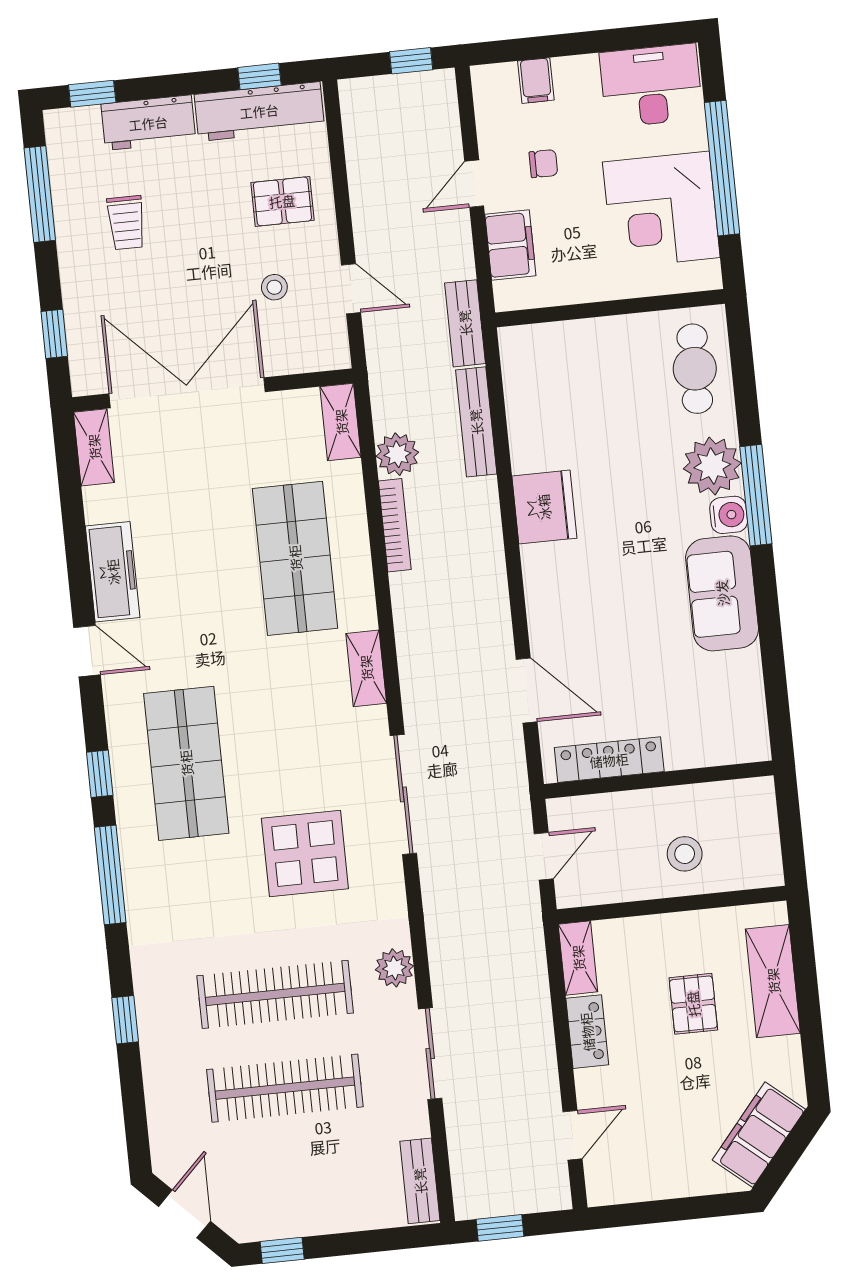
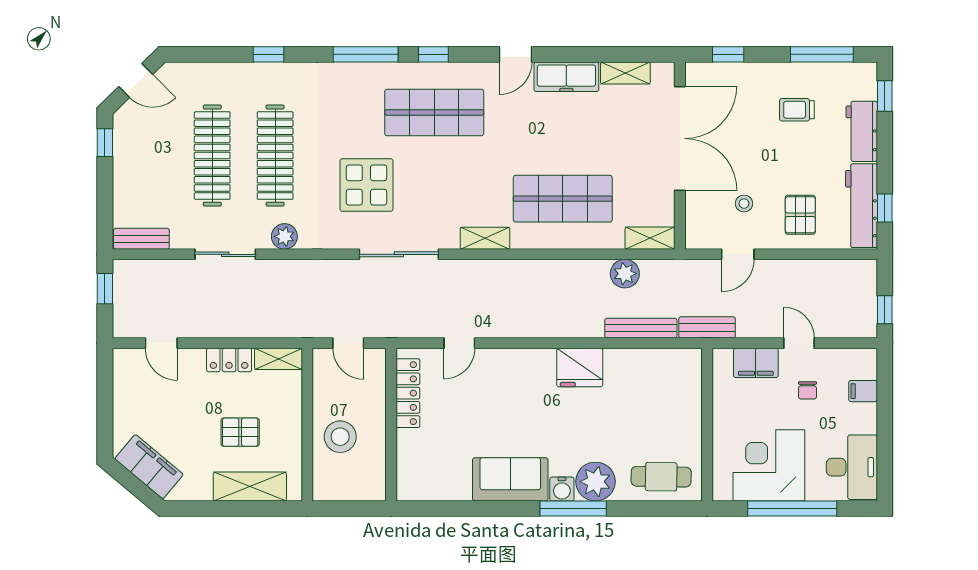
shelving: (94, 447) -> (625, 73), moved
bookcase: (395, 525) -> (578, 267), removed
door: (527, 691) -> (459, 343), width x0.73
stool: (685, 854) -> (340, 437), width x1.38, depth x1.38

